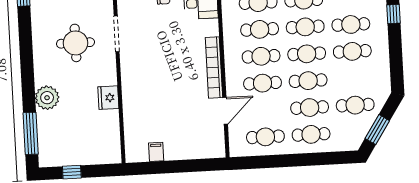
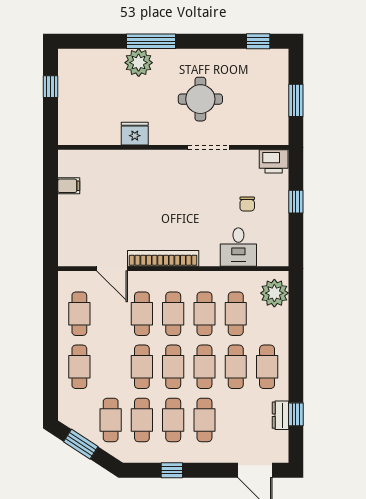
window: (394, 14) -> (172, 470), moved
cafe table: (310, 108) -> (142, 420), moved
window: (31, 133) -> (151, 41), moved

